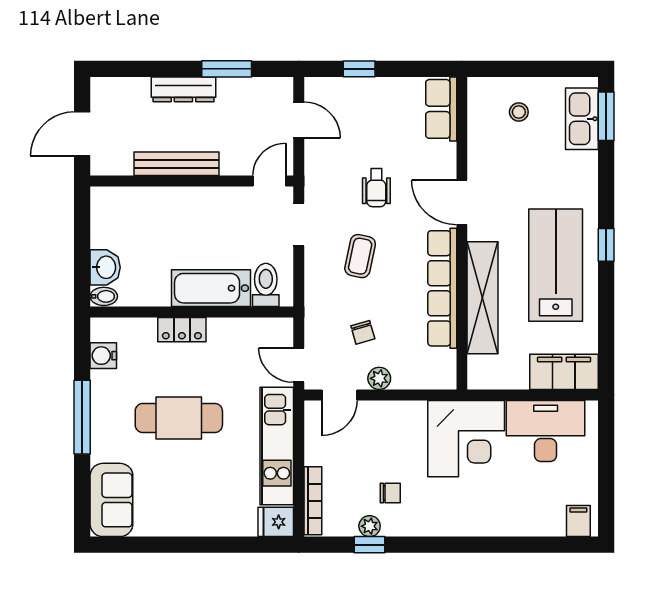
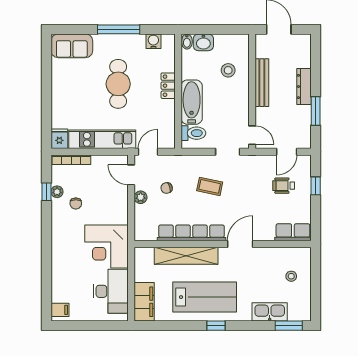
kitchen sink: (582, 119) -> (270, 312), moved
wheelchair: (376, 188) -> (284, 186), moved
stool: (155, 223) -> (228, 70), added

